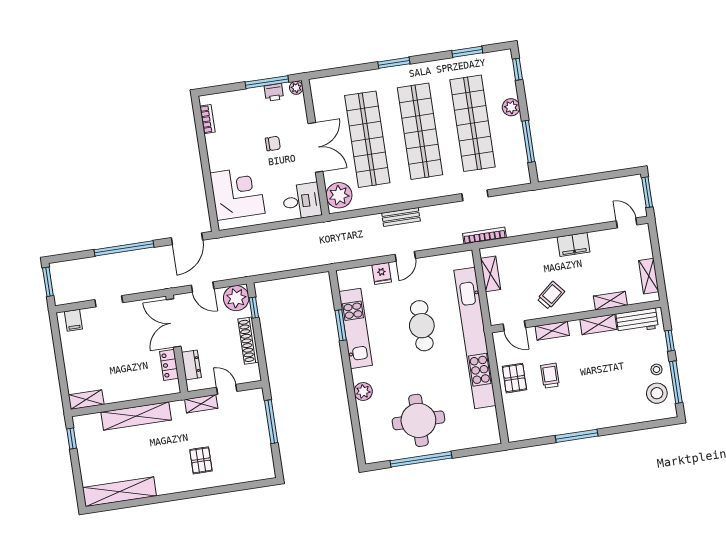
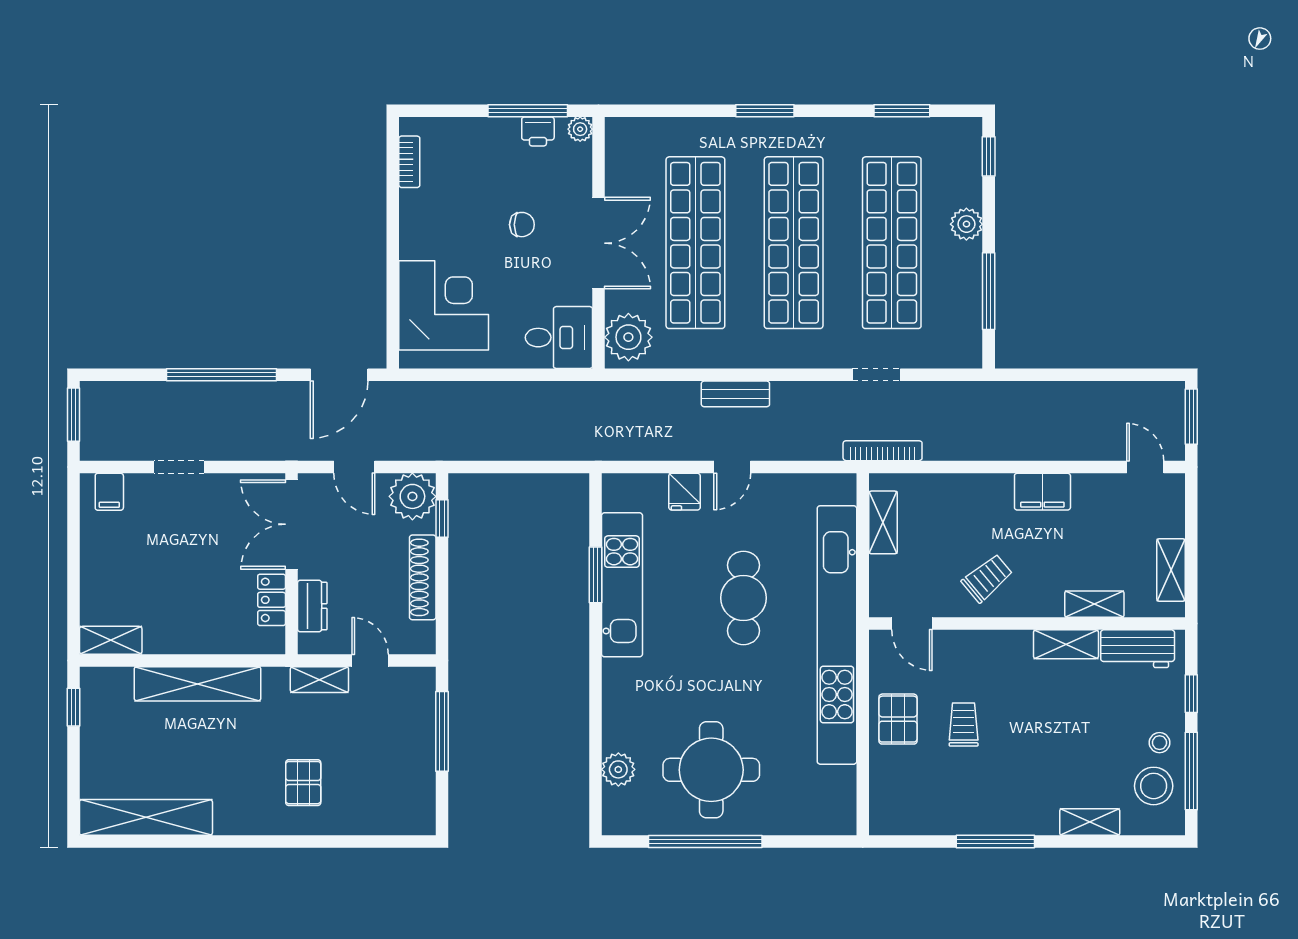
shelving: (552, 331) -> (1090, 822), moved
plant: (363, 392) -> (618, 769), moved

